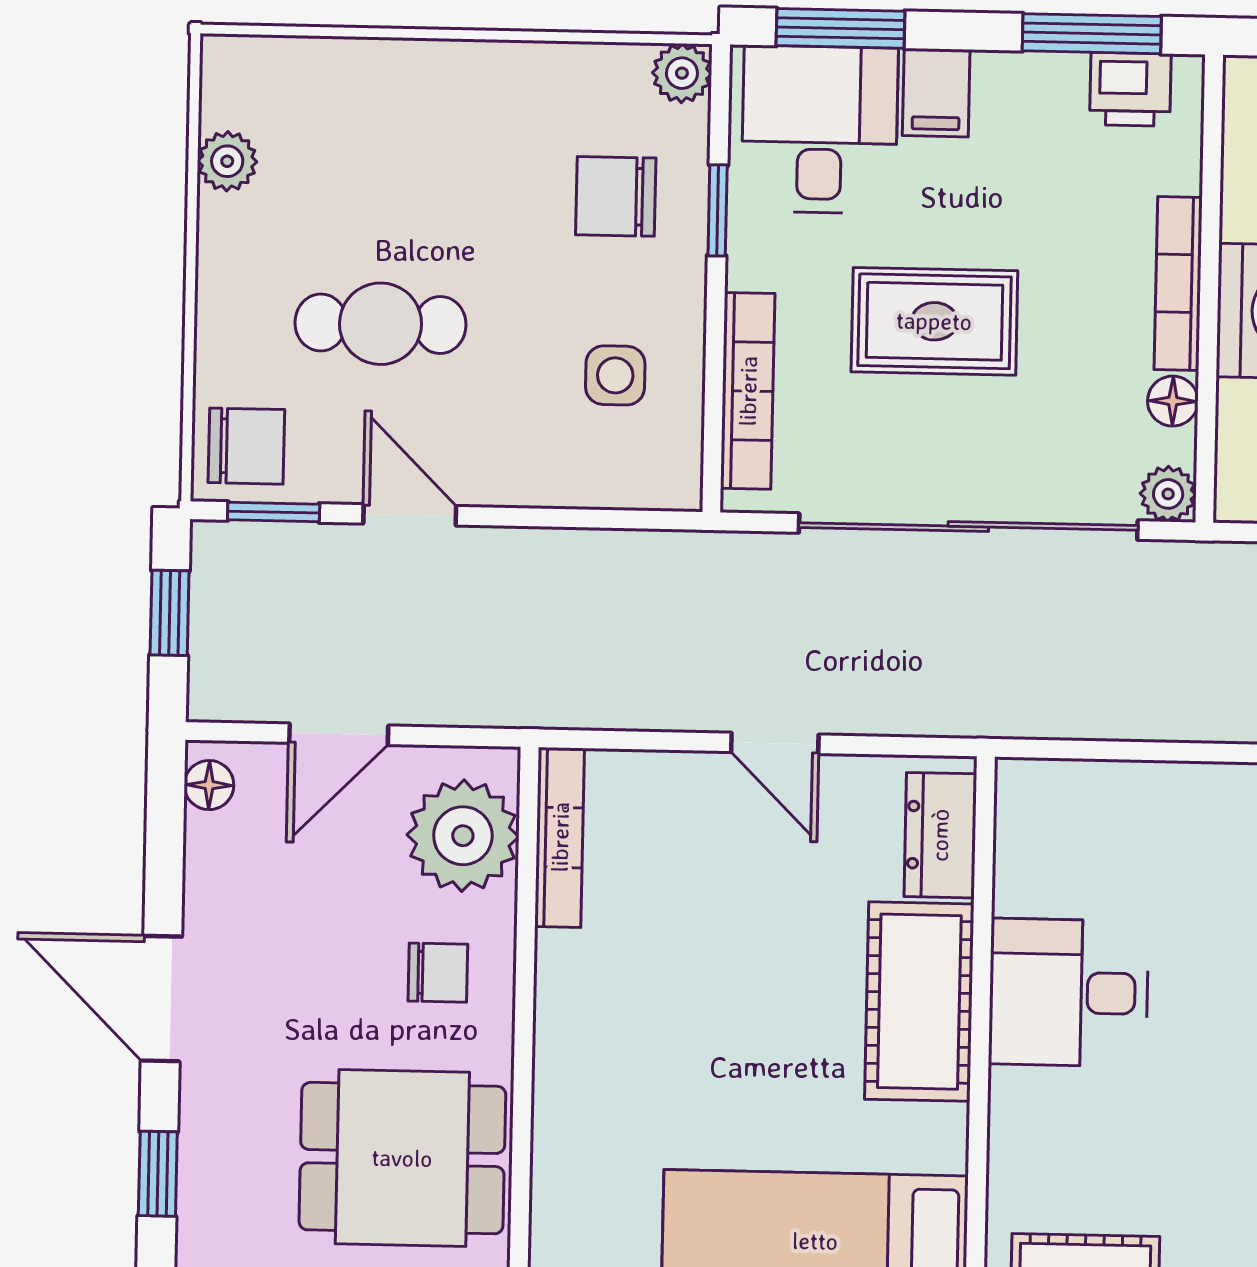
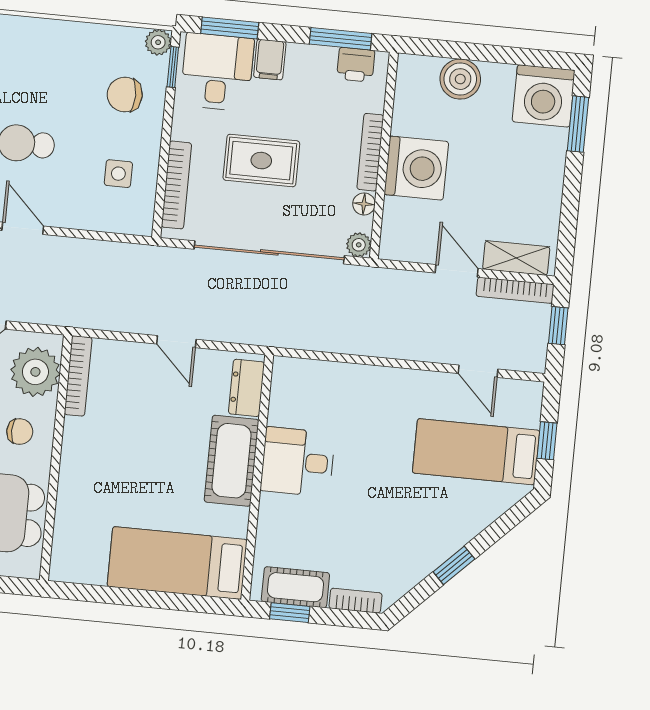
window: (718, 210) -> (173, 67), moved

